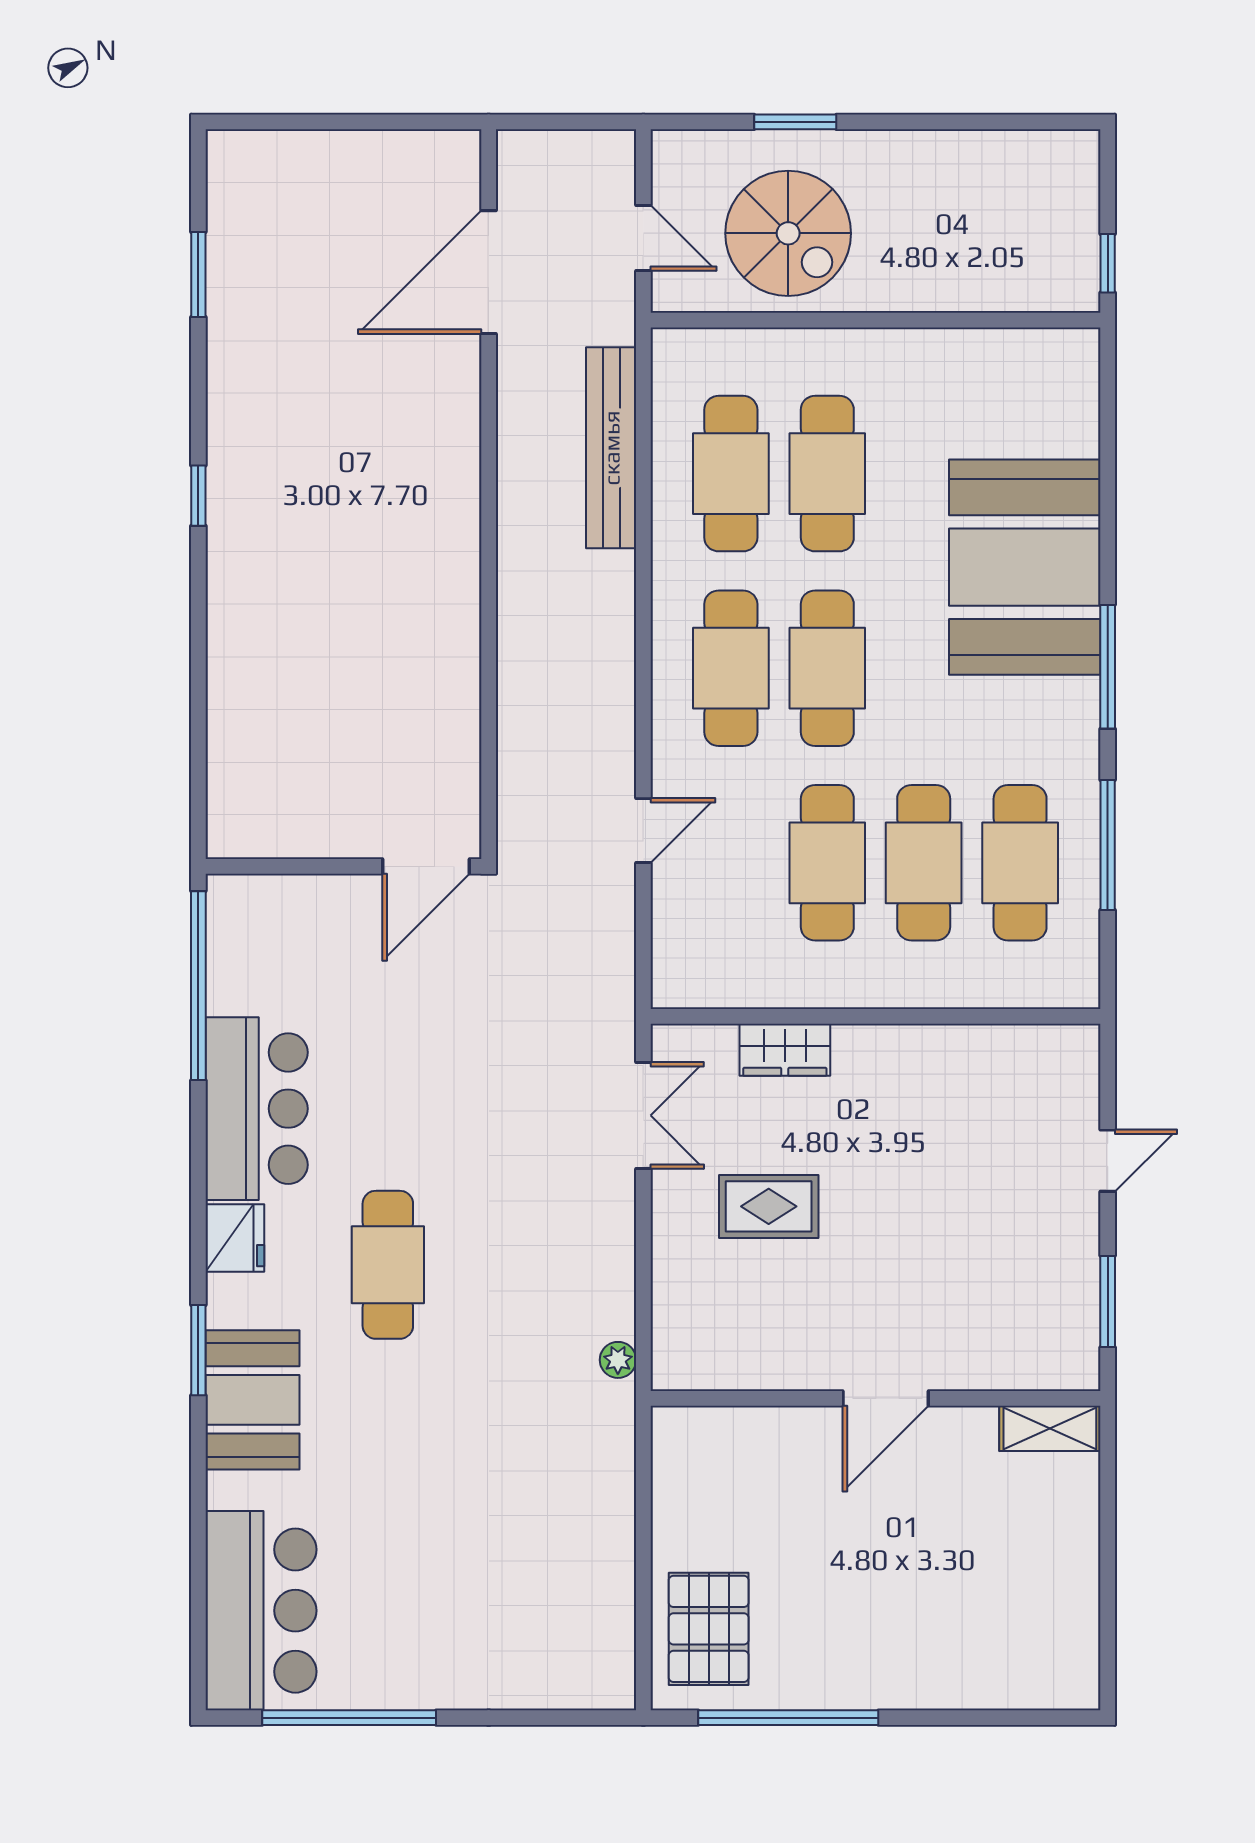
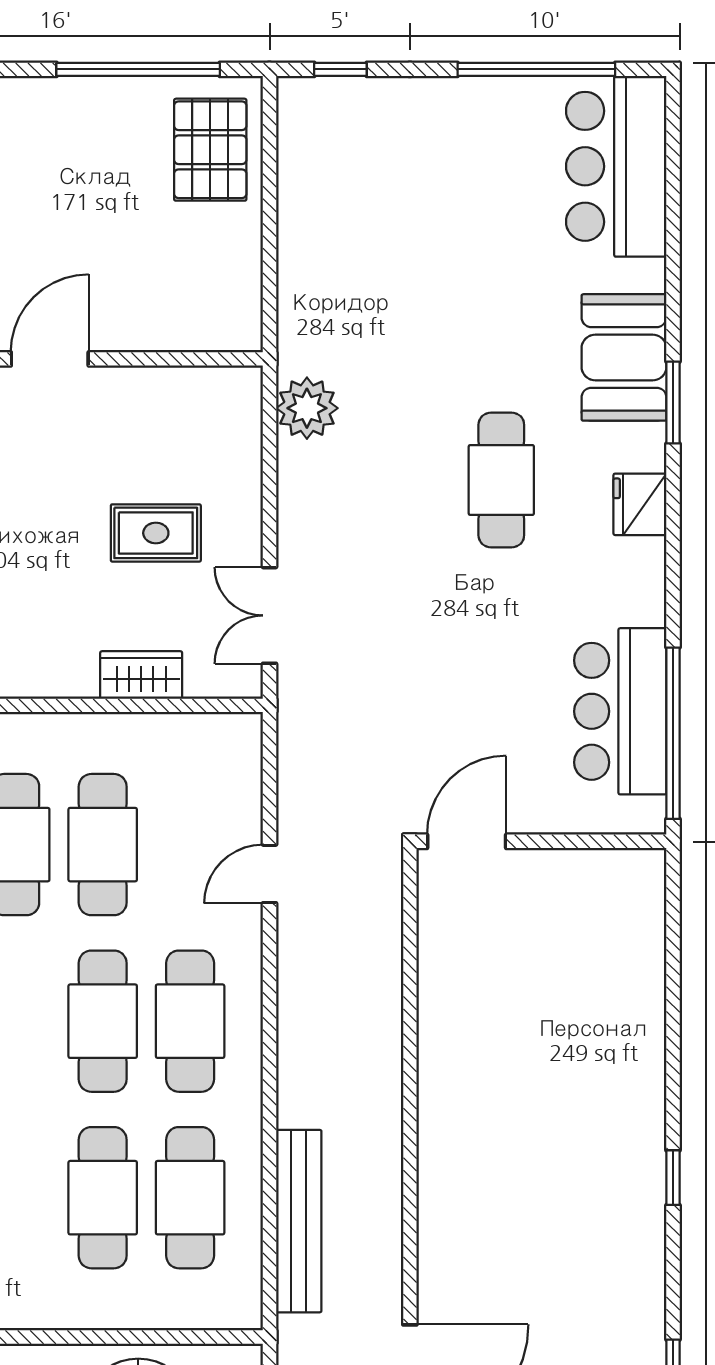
bar counter: (257, 1109) -> (620, 711), moved
plant: (618, 1360) -> (307, 408), width x1.87, depth x1.87
window: (565, 1718) -> (340, 69), added

